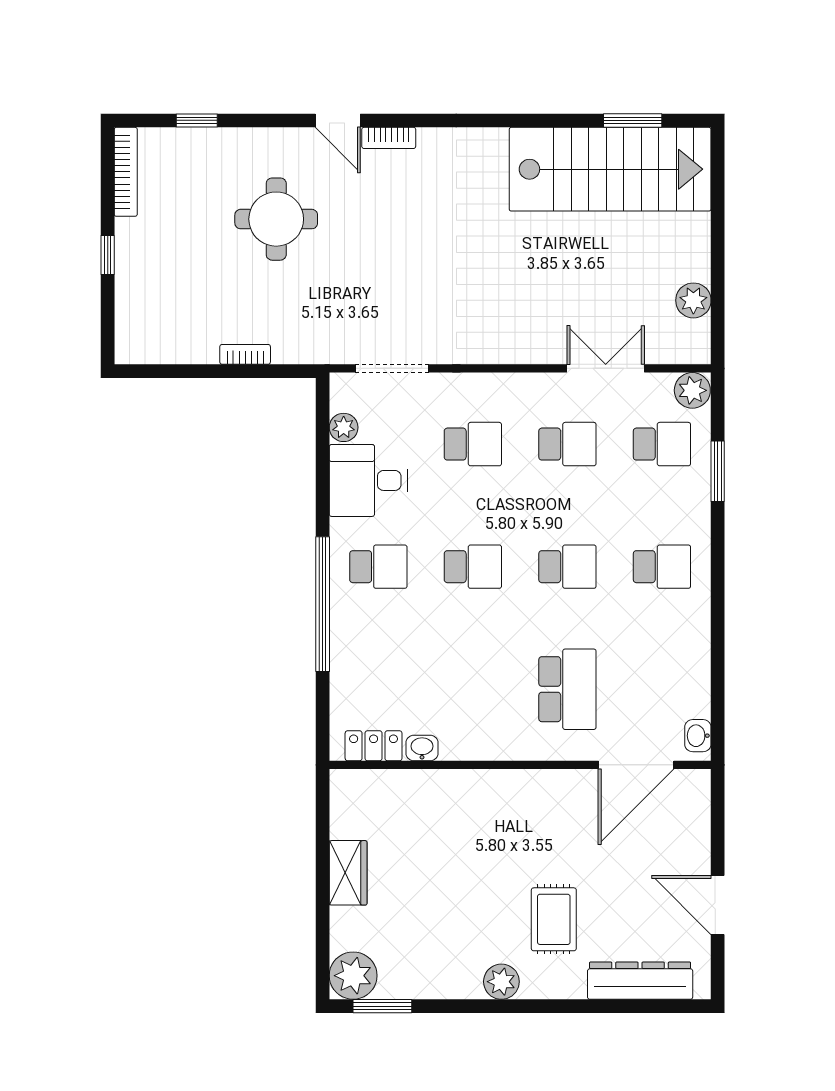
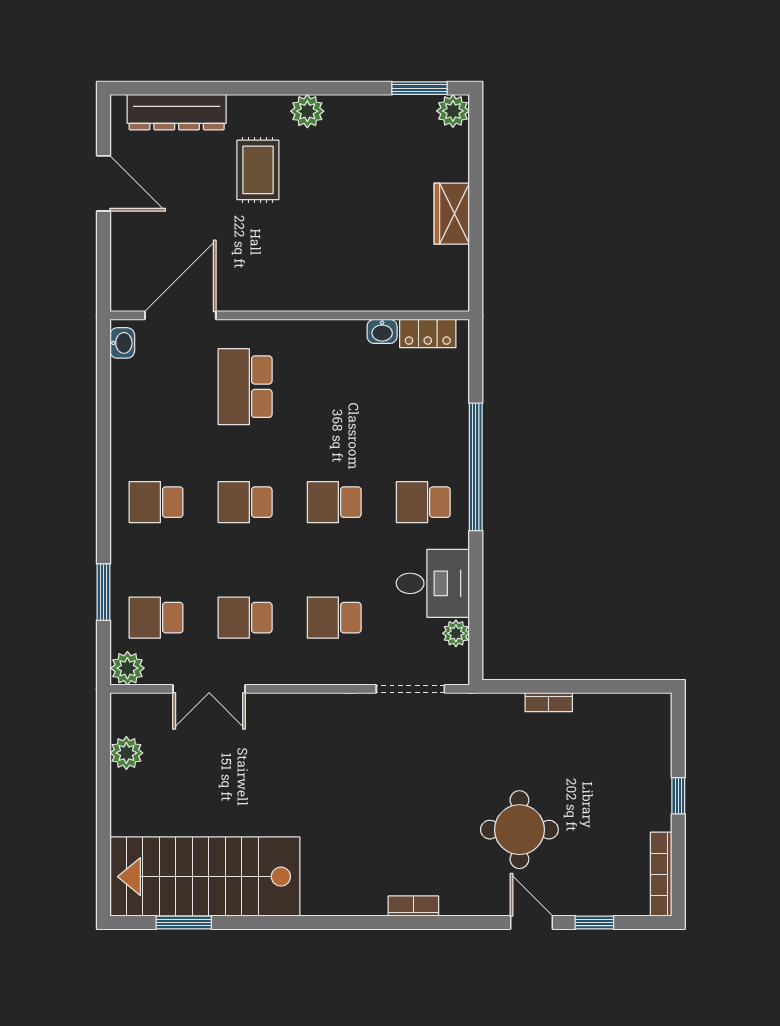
door: (338, 120) -> (531, 922), moved
plant: (353, 976) -> (453, 111), width x0.73, depth x0.73

